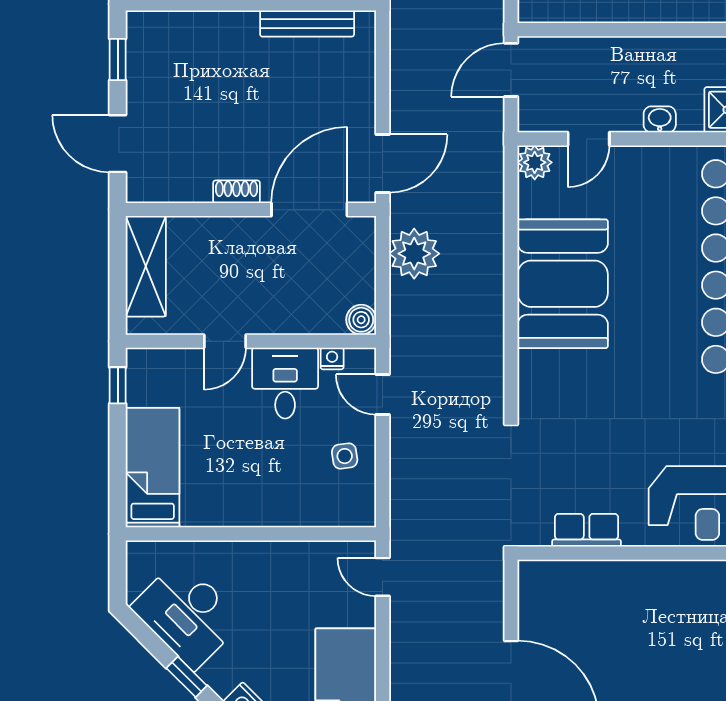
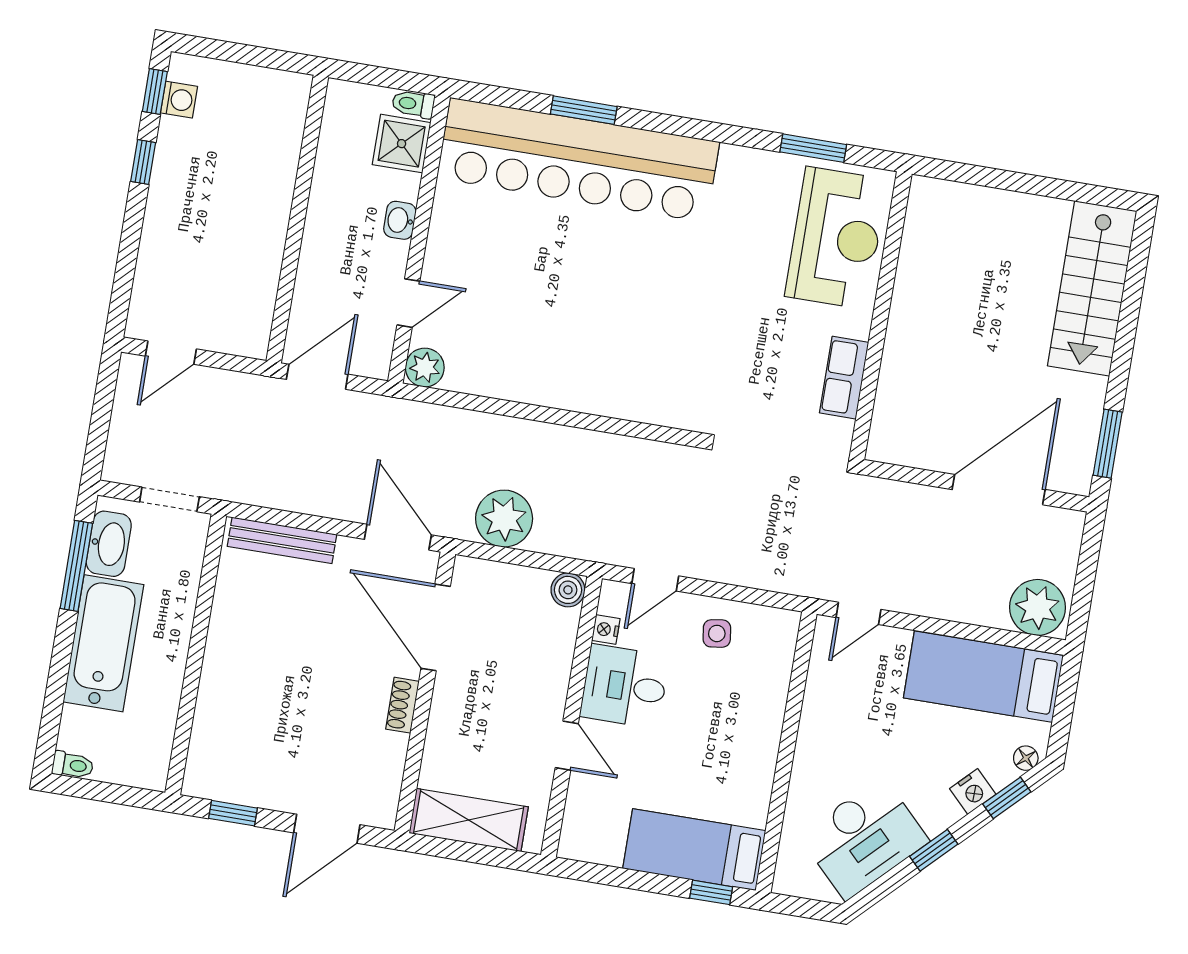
bench: (307, 24) -> (282, 540), moved, turned 90
door: (511, 70) -> (317, 377), swing flipped
door: (589, 139) -> (408, 303), hinge flipped
booth: (563, 284) -> (565, 359), removed
window: (118, 385) -> (711, 892), moved

